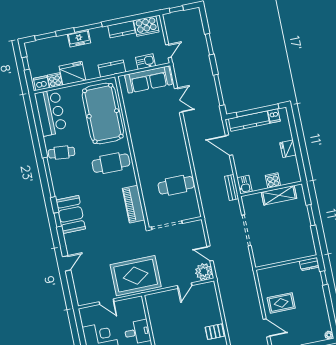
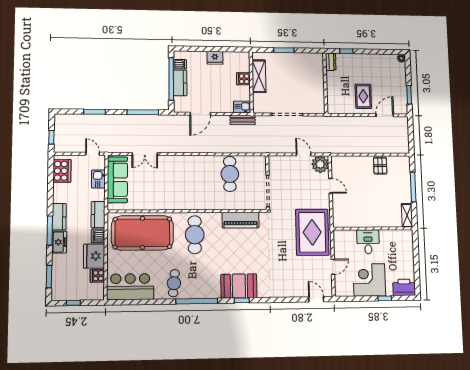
kitchen counter: (122, 29) -> (59, 217), moved
dishwasher: (41, 83) -> (98, 236), moved
double door: (179, 100) -> (145, 154), swing flipped
kitchen counter: (249, 121) -> (180, 83), width x0.67
door: (210, 254) -> (304, 154), swing flipped
door: (67, 263) -> (316, 299), moved

